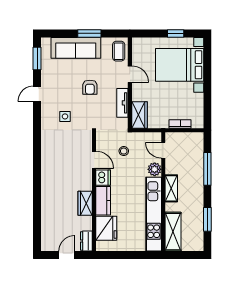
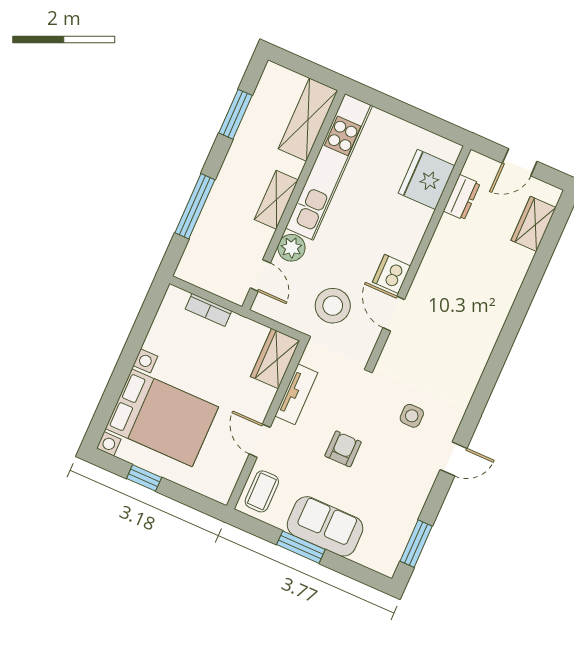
sofa: (76, 48) -> (325, 526), width x0.73
door: (37, 94) -> (453, 459), moved
stool: (124, 151) -> (333, 306), width x1.89, depth x1.89
kitchen counter: (103, 201) -> (410, 232), removed
wardrobe: (85, 203) -> (533, 224), moved, turned 180
dresser: (86, 241) -> (462, 197), moved

